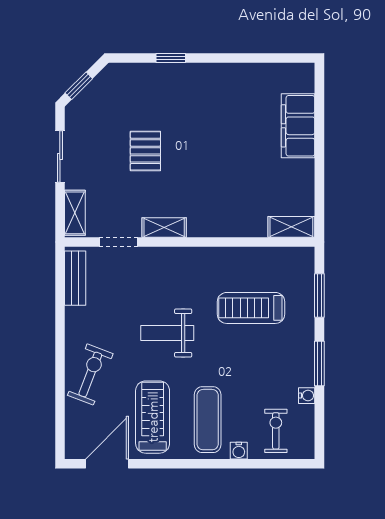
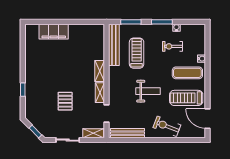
pallet: (145, 151) -> (65, 101), turned 90
shelving: (291, 227) -> (100, 71), moved
bench: (269, 258) -> (114, 45), added
bench: (75, 278) -> (128, 133), width x1.36
treadmill: (251, 308) -> (137, 53), turned 180
weight bench: (167, 333) -> (148, 91), turned -90
exercise bike: (276, 431) -> (172, 46), moved

